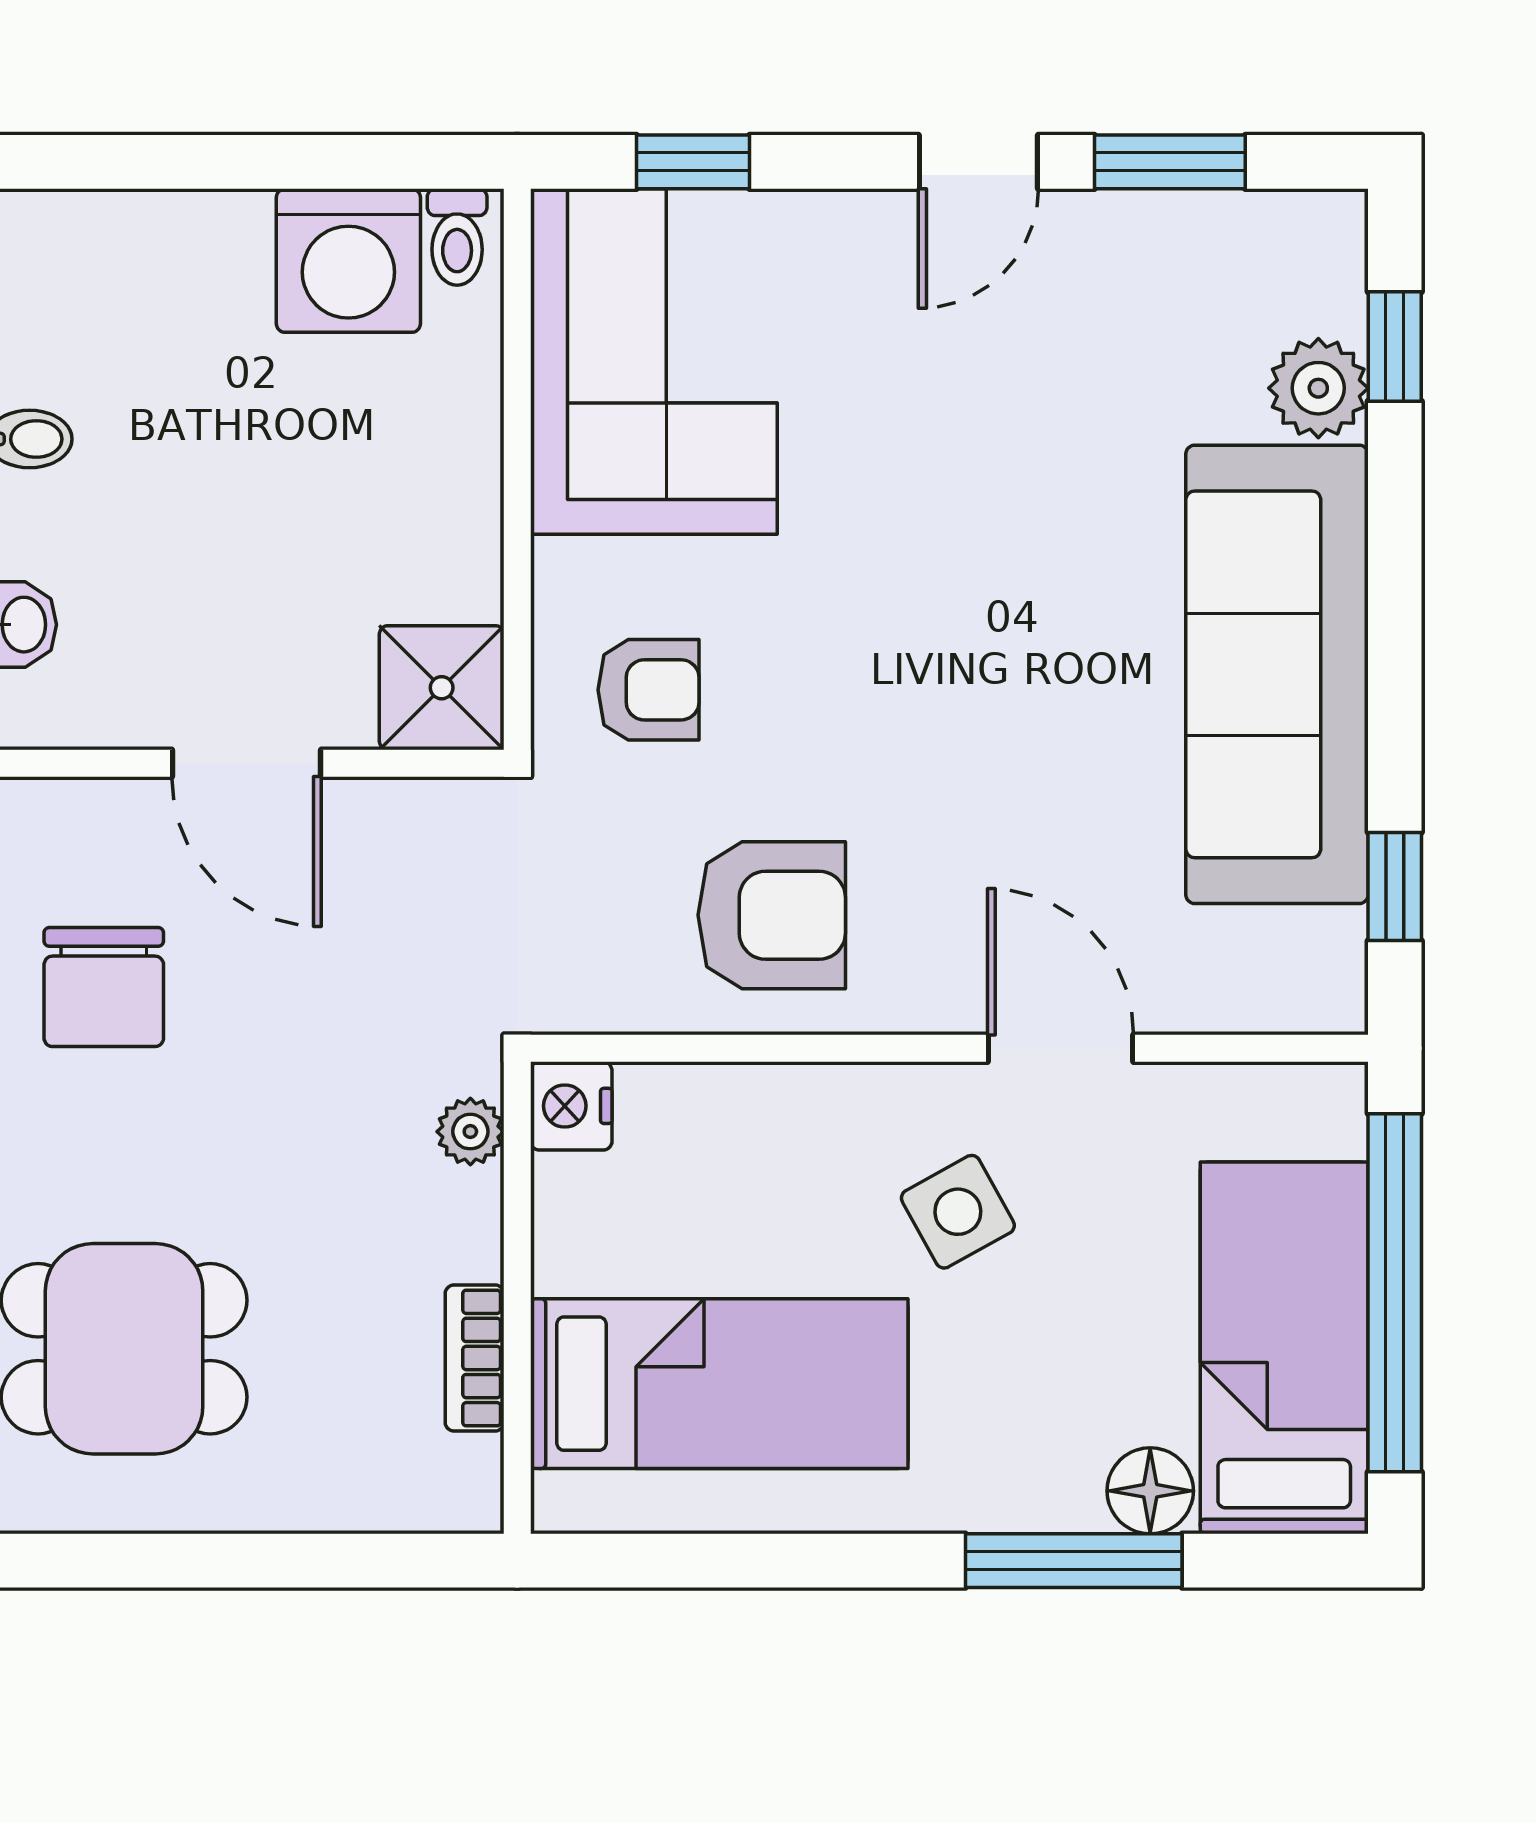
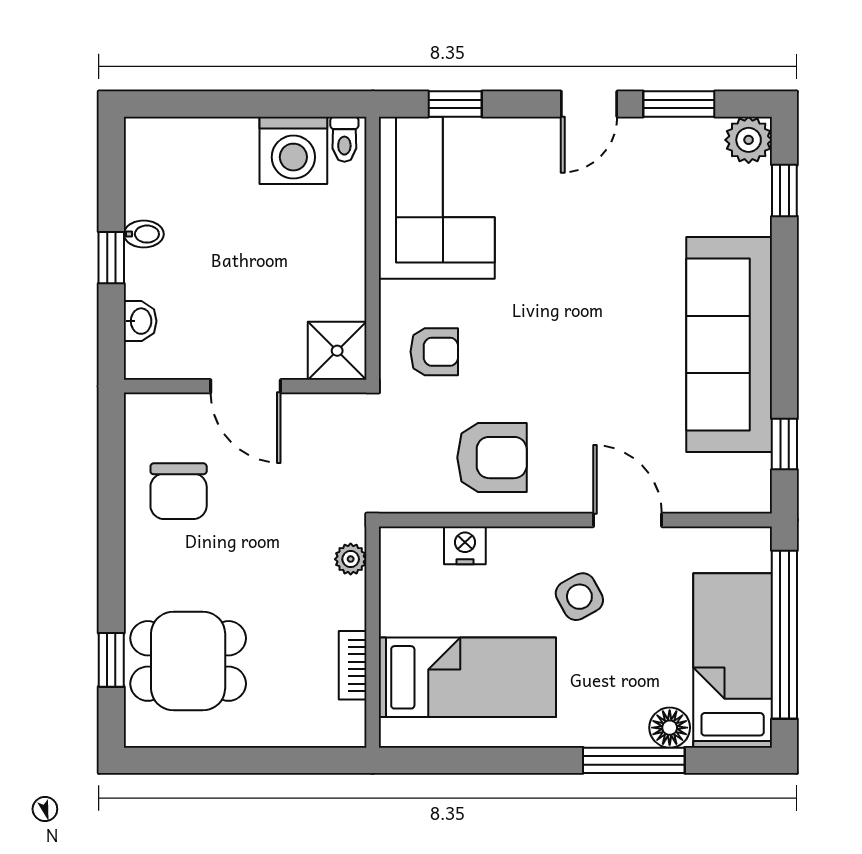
plant: (1318, 388) -> (749, 140), moved
nightstand: (571, 1106) -> (465, 545), moved, turned 90

